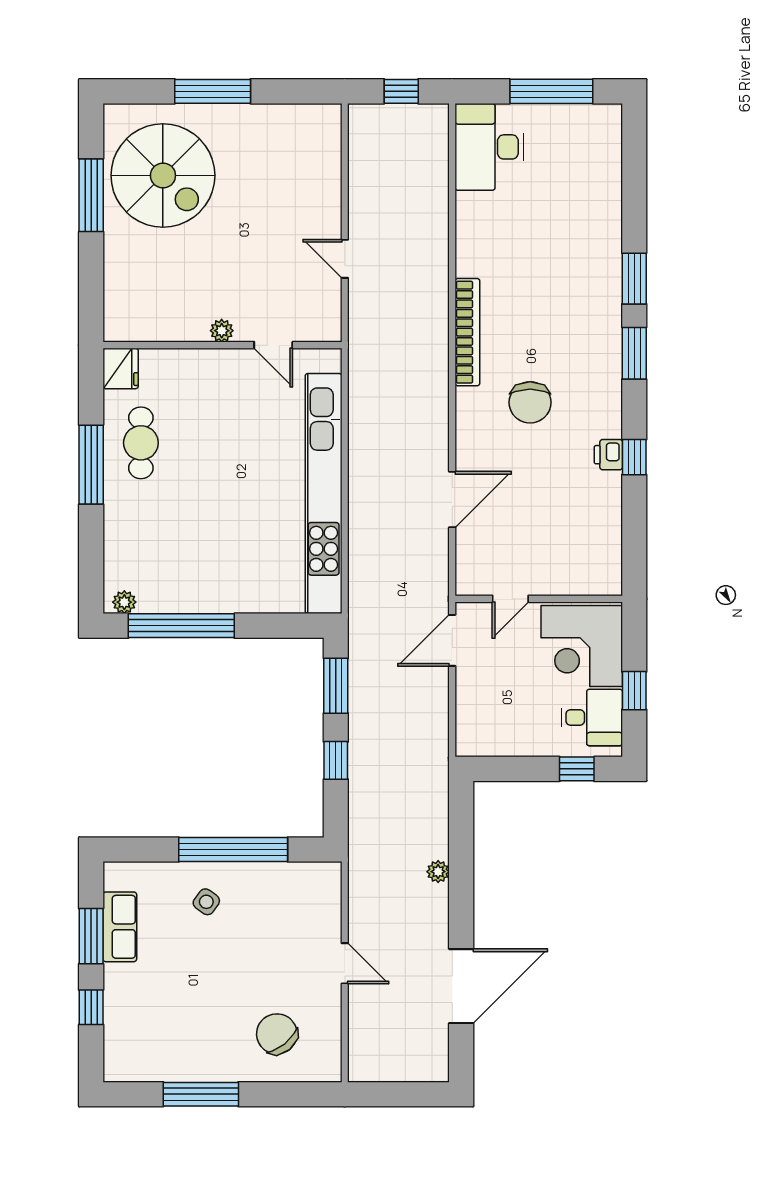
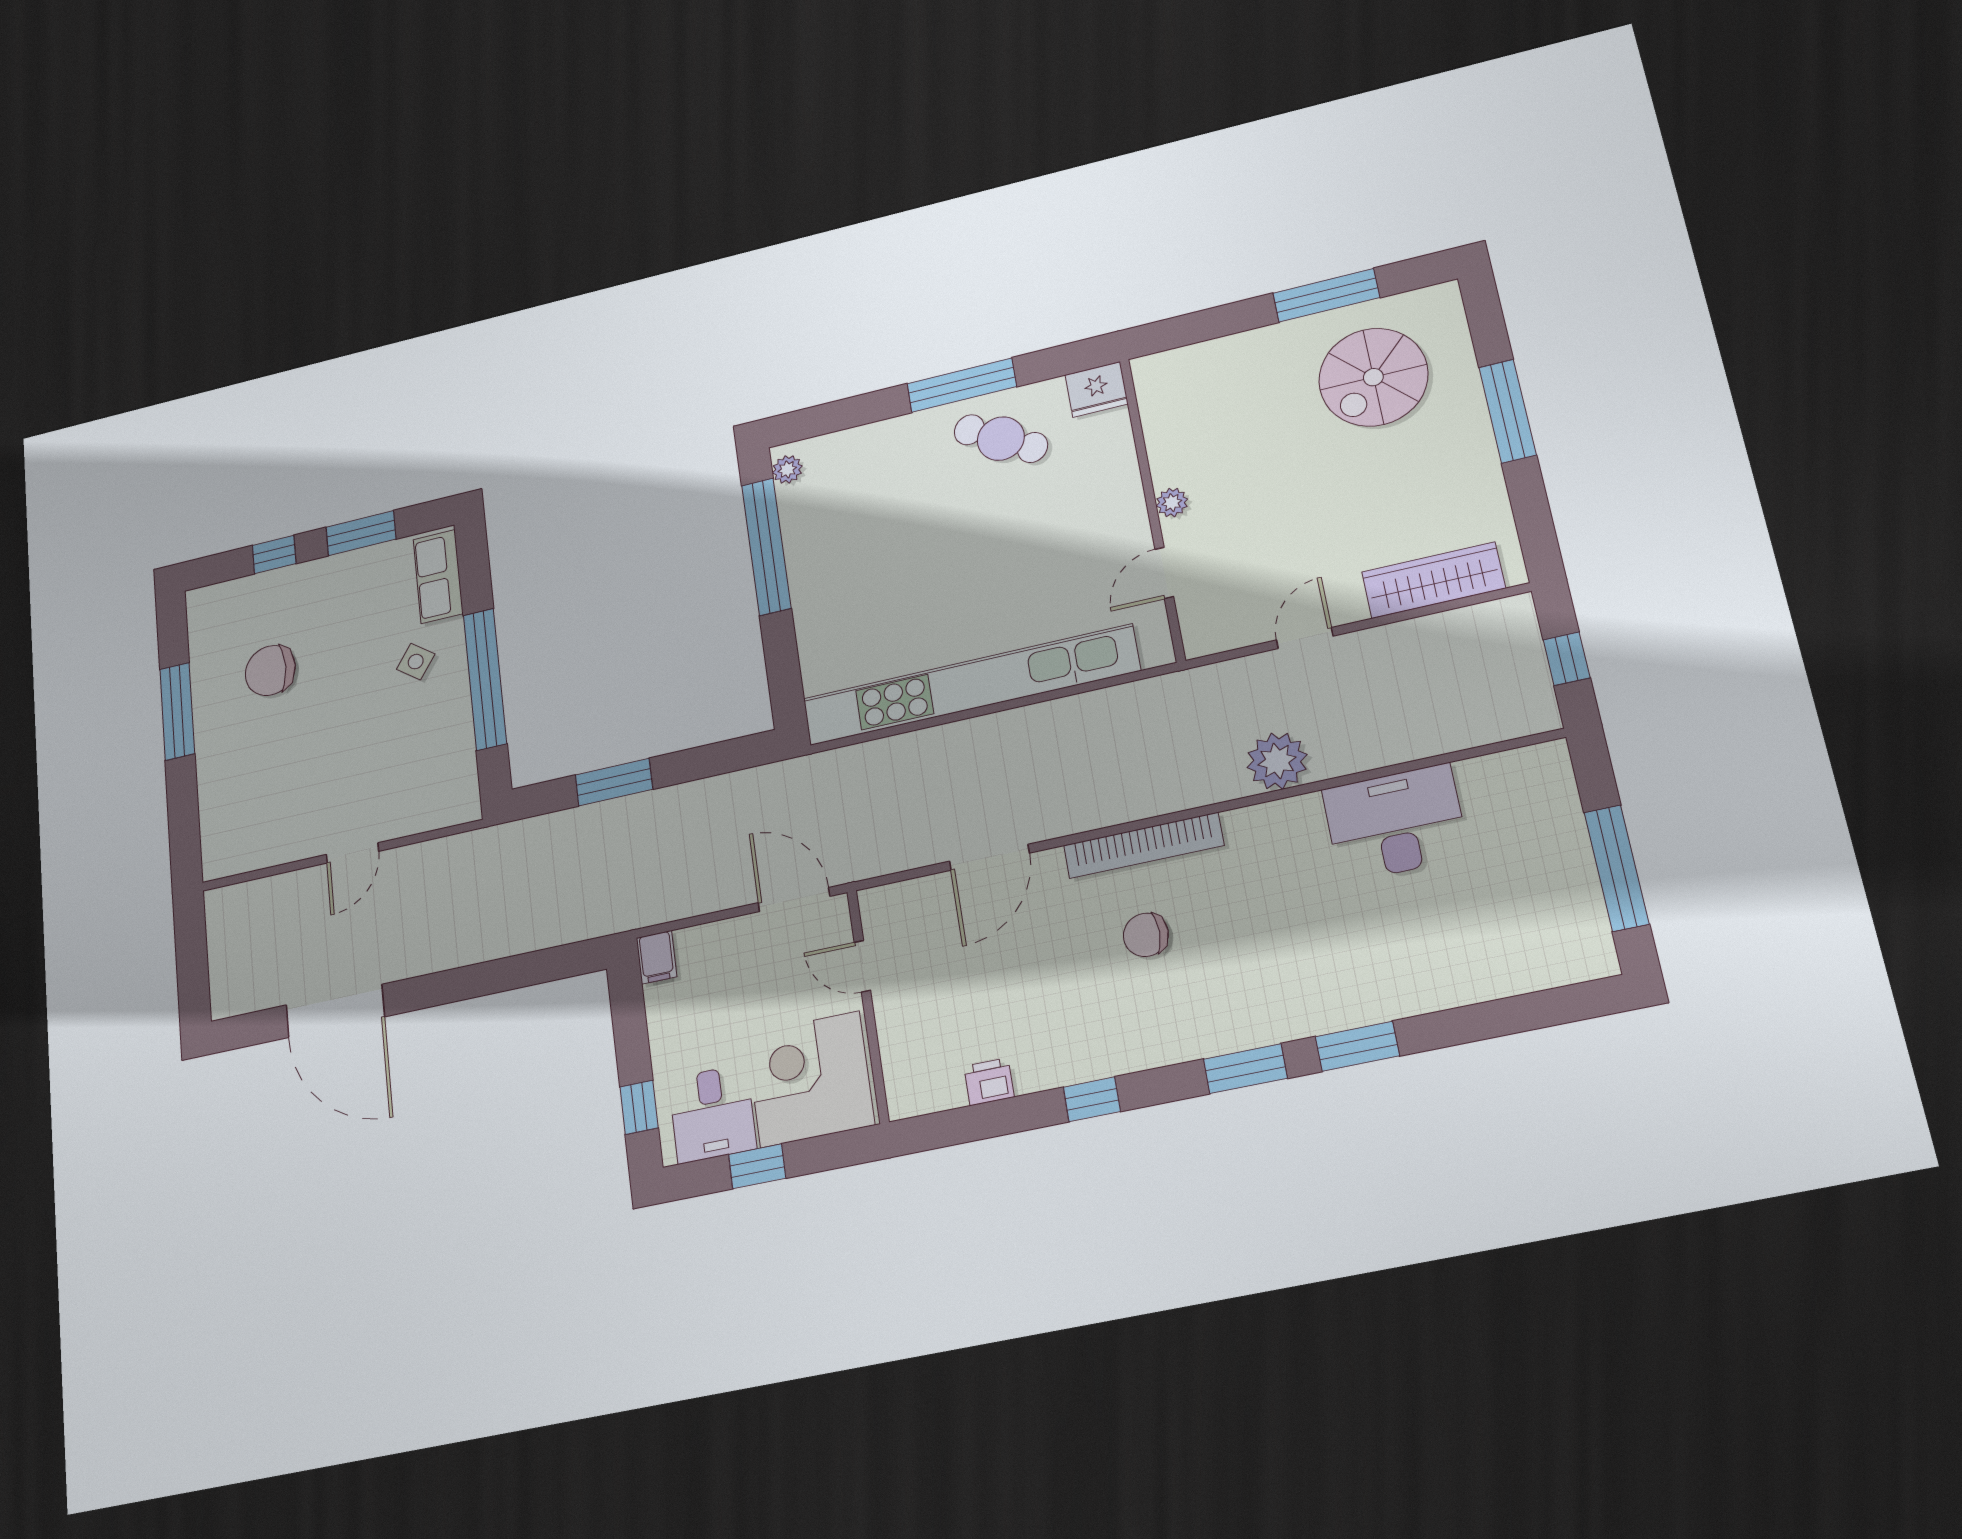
desk: (489, 147) -> (1395, 823), moved
wardrobe: (324, 166) -> (1433, 580), added
spiral stairs: (163, 175) -> (1373, 377), width x0.73, depth x0.73
bookcase: (467, 332) -> (1144, 845), moved
chair: (530, 402) -> (1146, 935), width x0.73, depth x0.73
cafe table: (141, 443) -> (1001, 439), turned 31
printer: (608, 455) -> (989, 1082), moved
door: (452, 499) -> (989, 857), hinge flipped
window: (336, 686) -> (713, 760), removed
filing cabinet: (472, 744) -> (657, 957), added
window: (336, 760) -> (614, 782), width x1.50
plant: (438, 872) -> (1277, 761), moved, width x1.88, depth x1.88
row of seats: (120, 927) -> (438, 576), moved, turned 90
chair: (277, 1034) -> (270, 670), moved, turned -141

